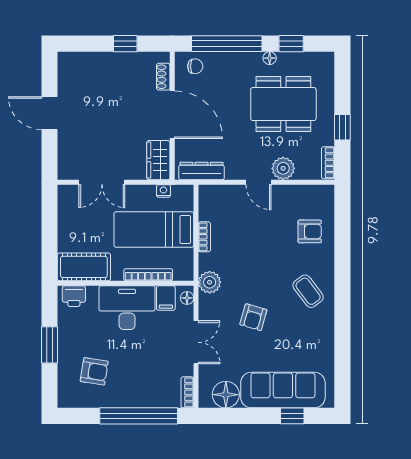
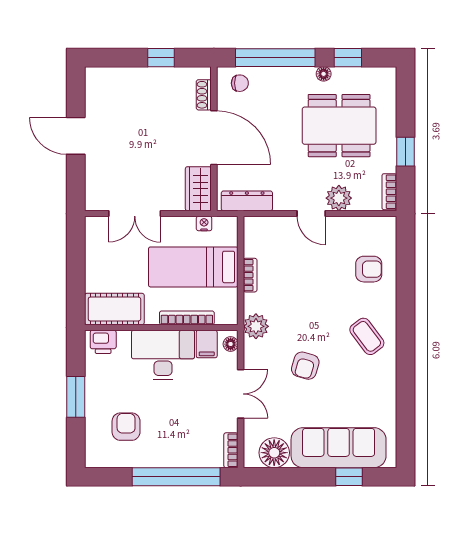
armchair: (94, 371) -> (126, 427), turned -99

